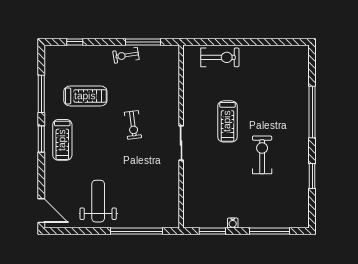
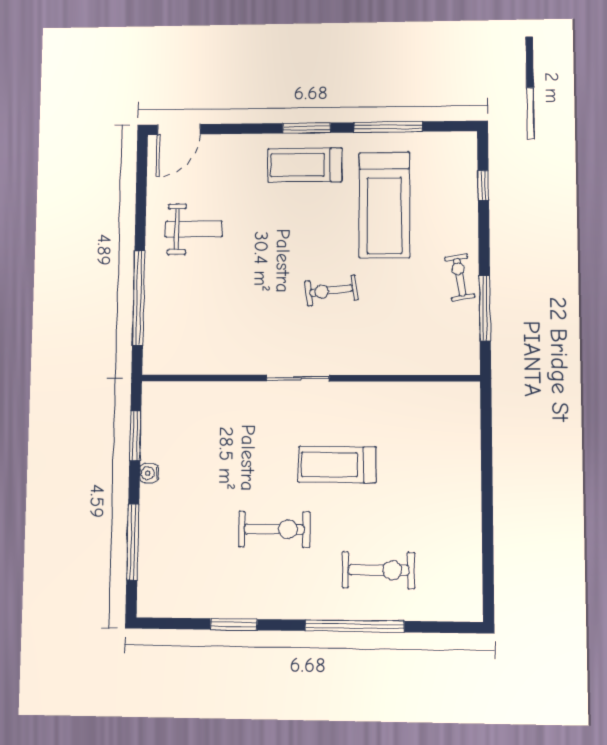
exercise bike: (220, 57) -> (379, 570), moved, turned -90
treadmill: (85, 96) -> (384, 205), width x1.37, depth x1.38
weight bench: (98, 201) -> (194, 229), width x0.73, depth x0.75

